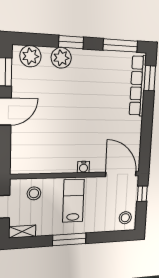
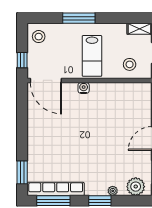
plant: (61, 58) -> (113, 191), width x0.53, depth x0.53
row of seats: (138, 86) -> (56, 189), moved, turned -90
window: (69, 239) -> (79, 18), moved

